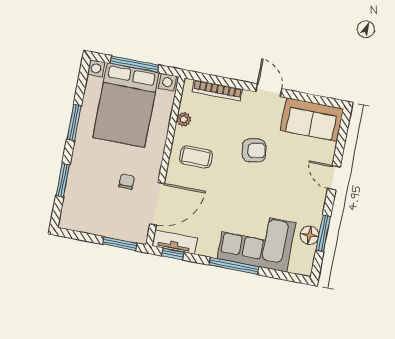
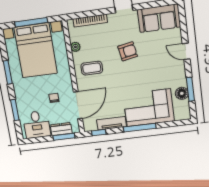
desk: (86, 212) -> (37, 125), added
dresser: (120, 231) -> (61, 129), added
tv unit: (175, 242) -> (111, 123), moved

